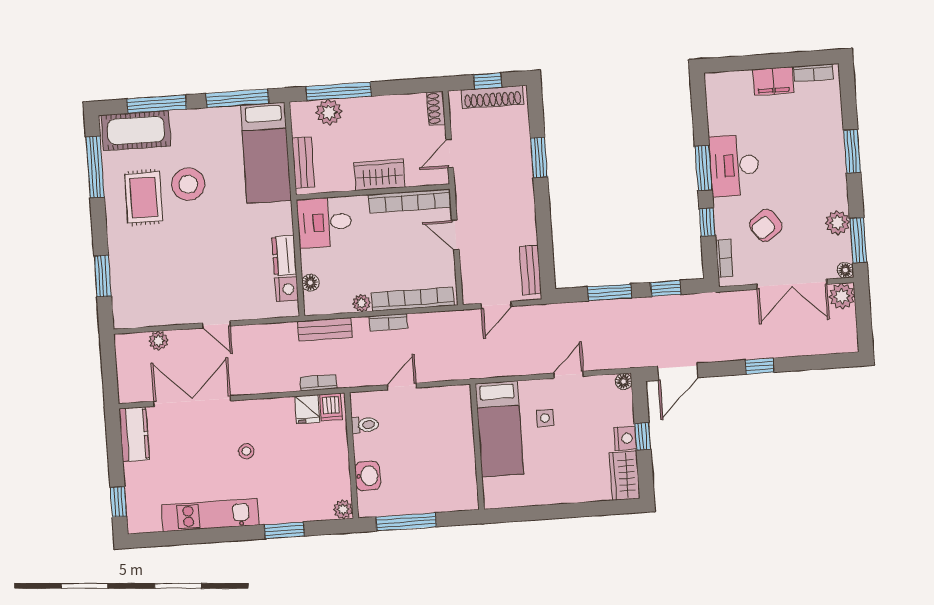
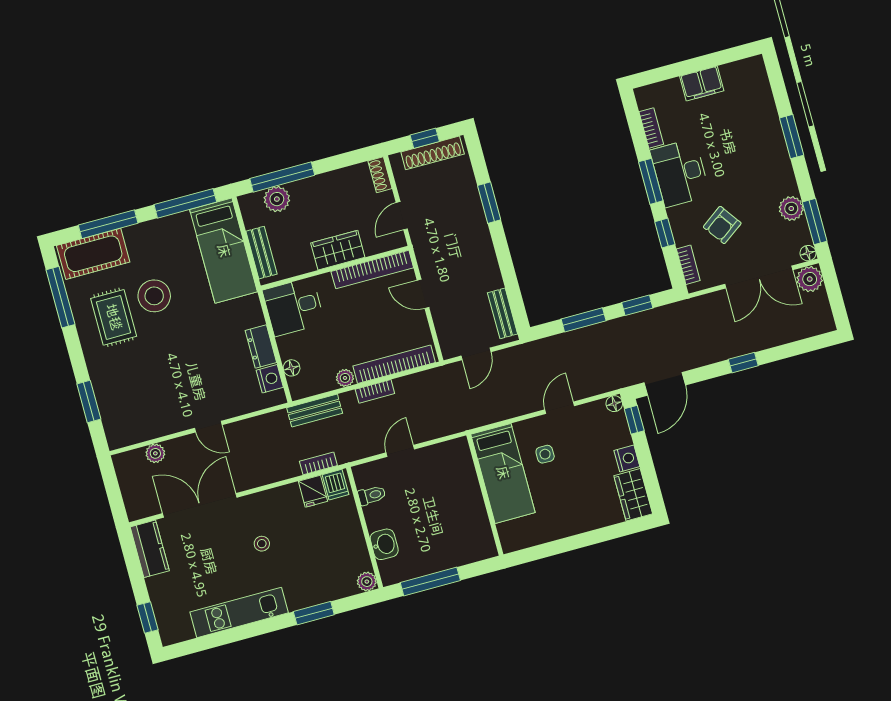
bookcase: (813, 73) -> (651, 128), moved, turned -90
window: (643, 436) -> (634, 420), moved

